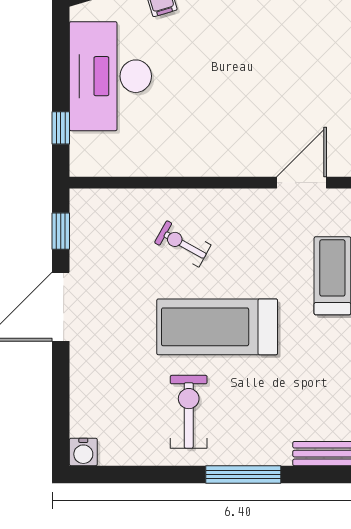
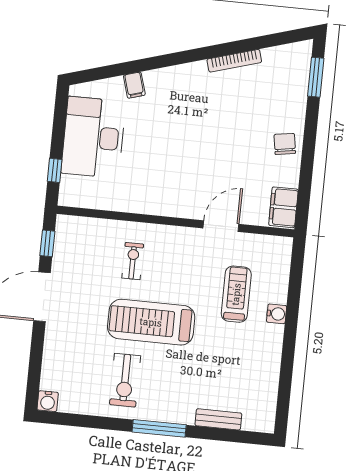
exercise bike: (183, 244) -> (133, 261), turned 61
exercise bike: (189, 412) -> (125, 380), turned 180

